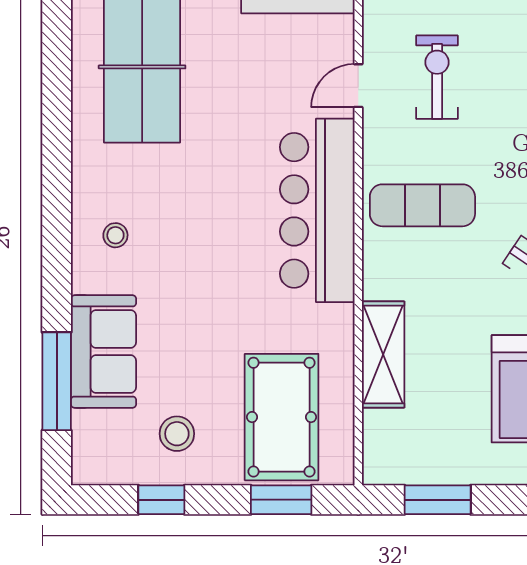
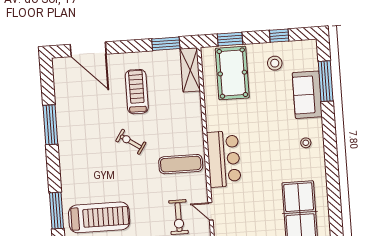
door: (358, 86) -> (211, 211), swing flipped
bar counter: (317, 210) -> (224, 159), width x0.73
shelving: (383, 354) -> (190, 70), moved

